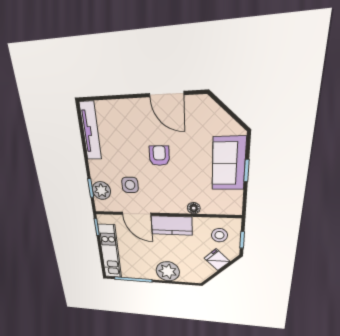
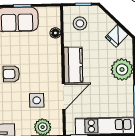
floor lamp: (194, 208) -> (55, 33), moved
fridge: (217, 260) -> (117, 36), moved

